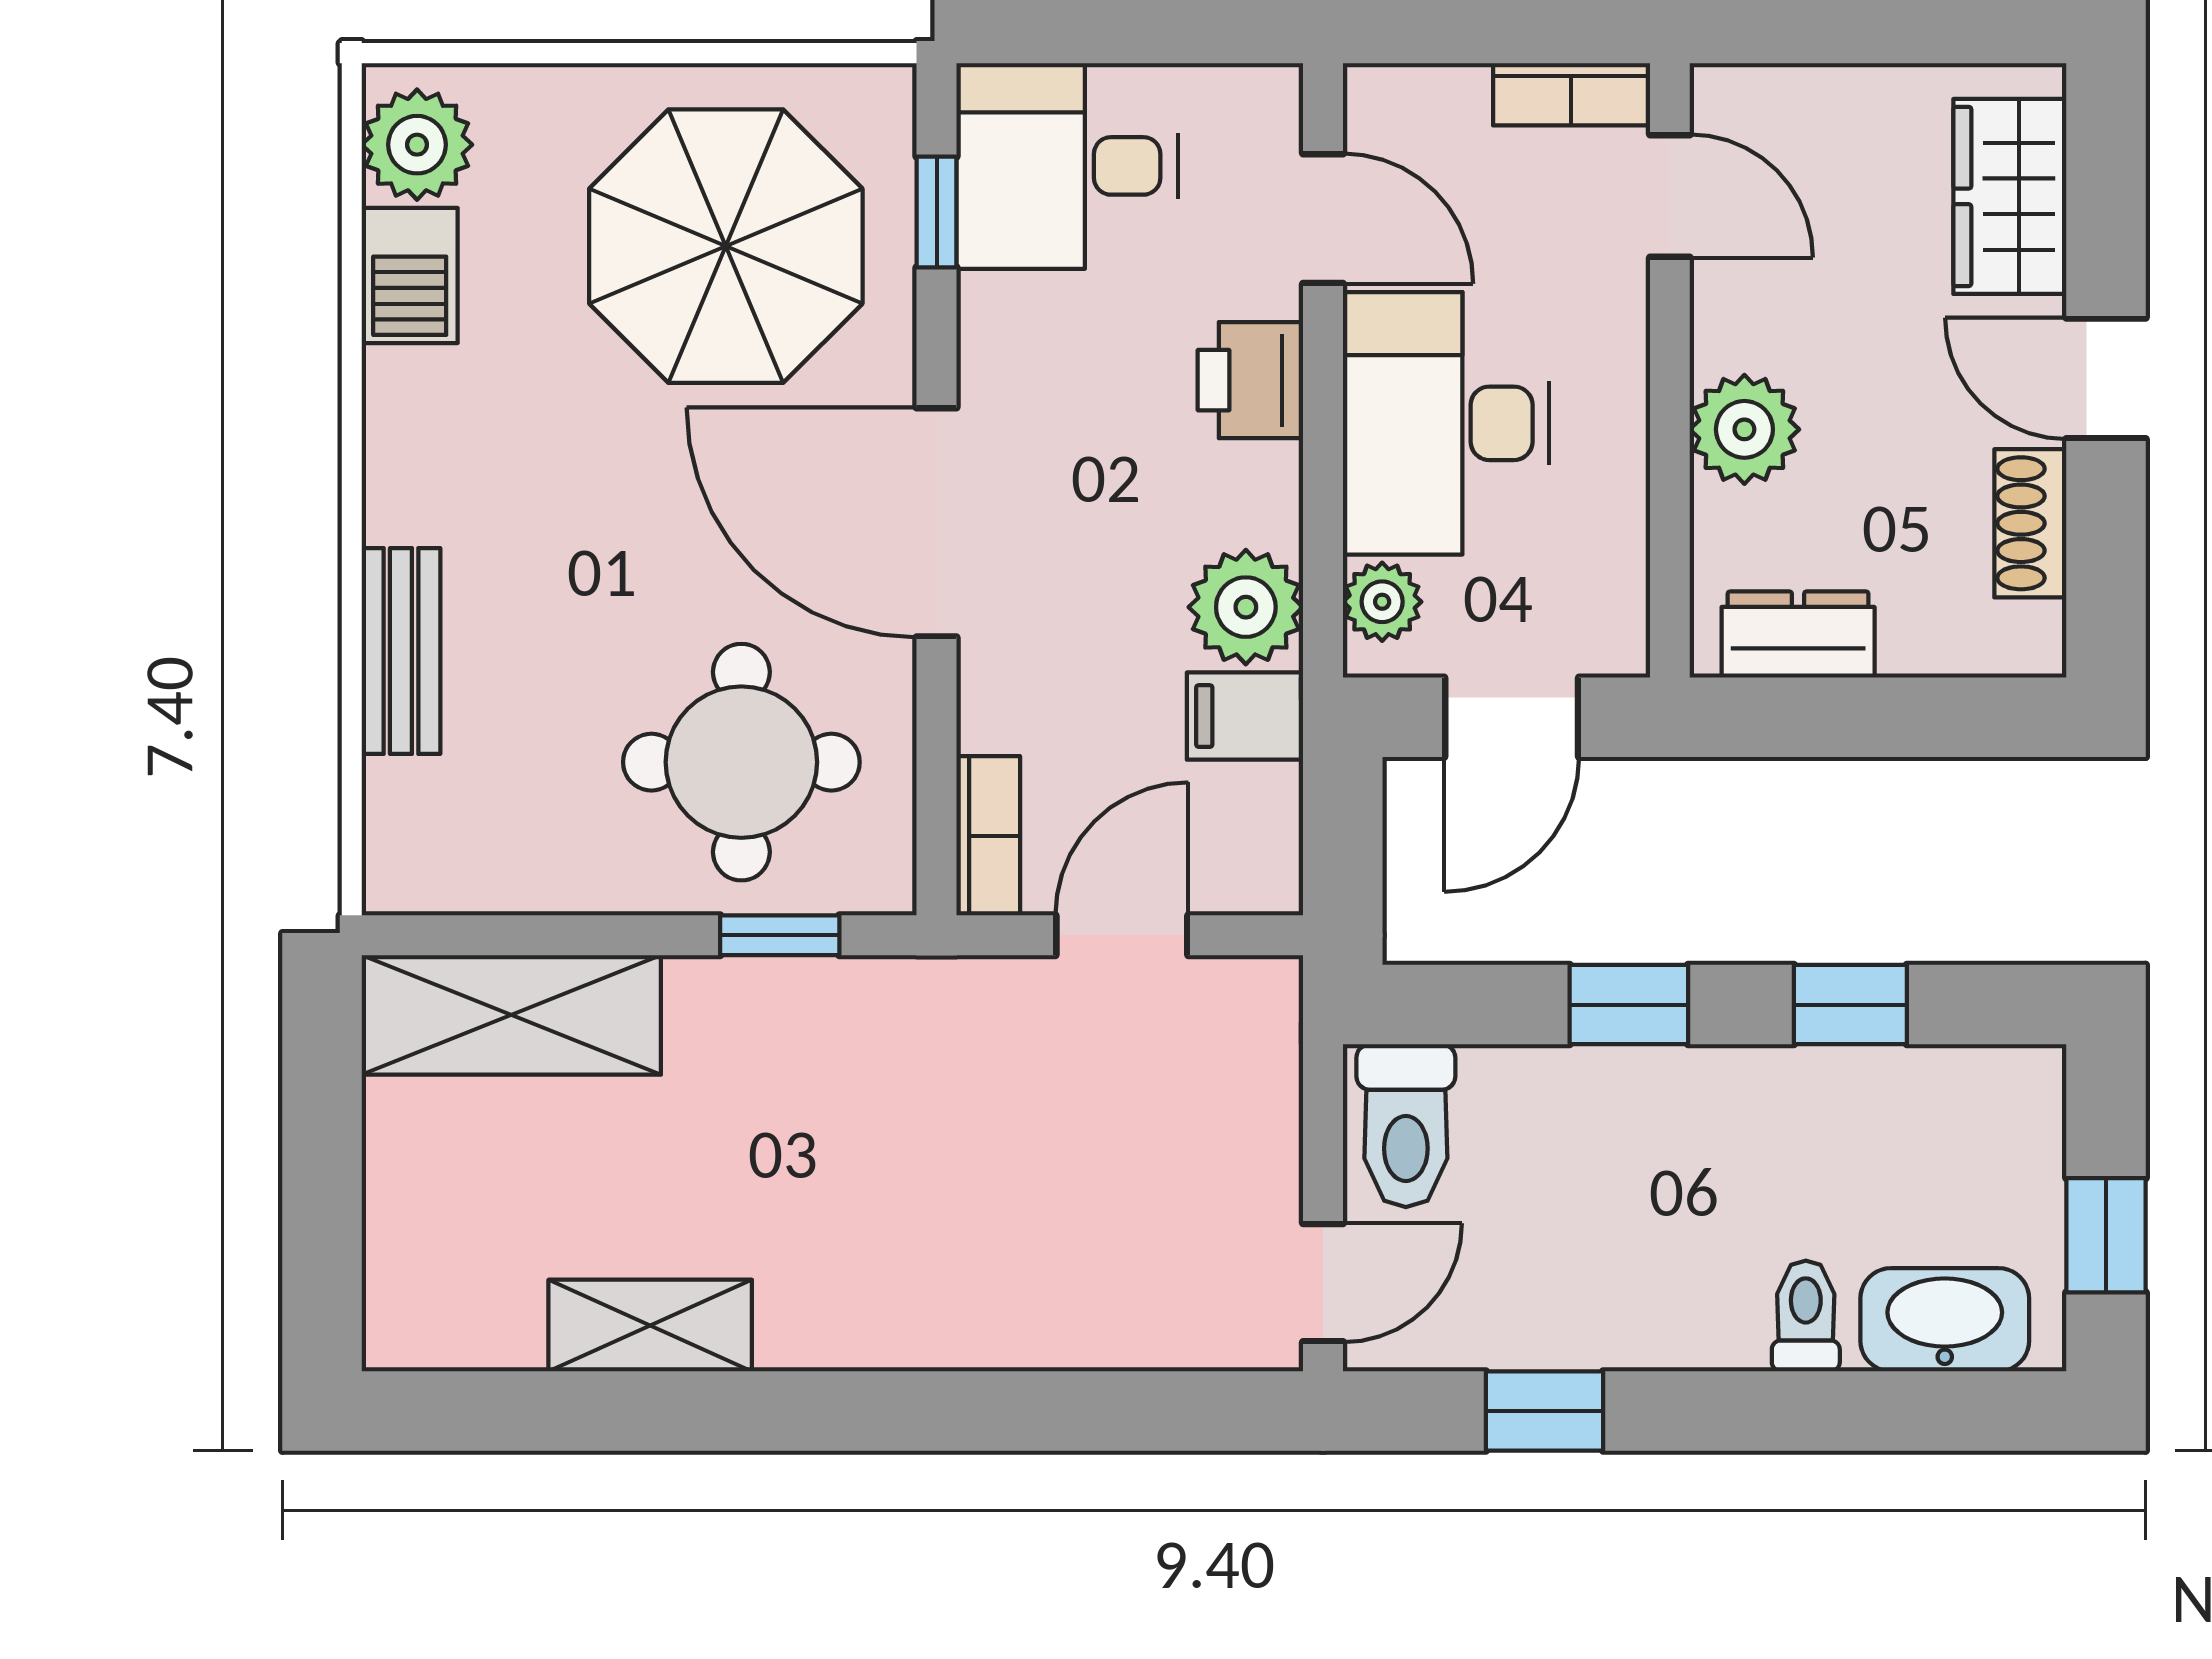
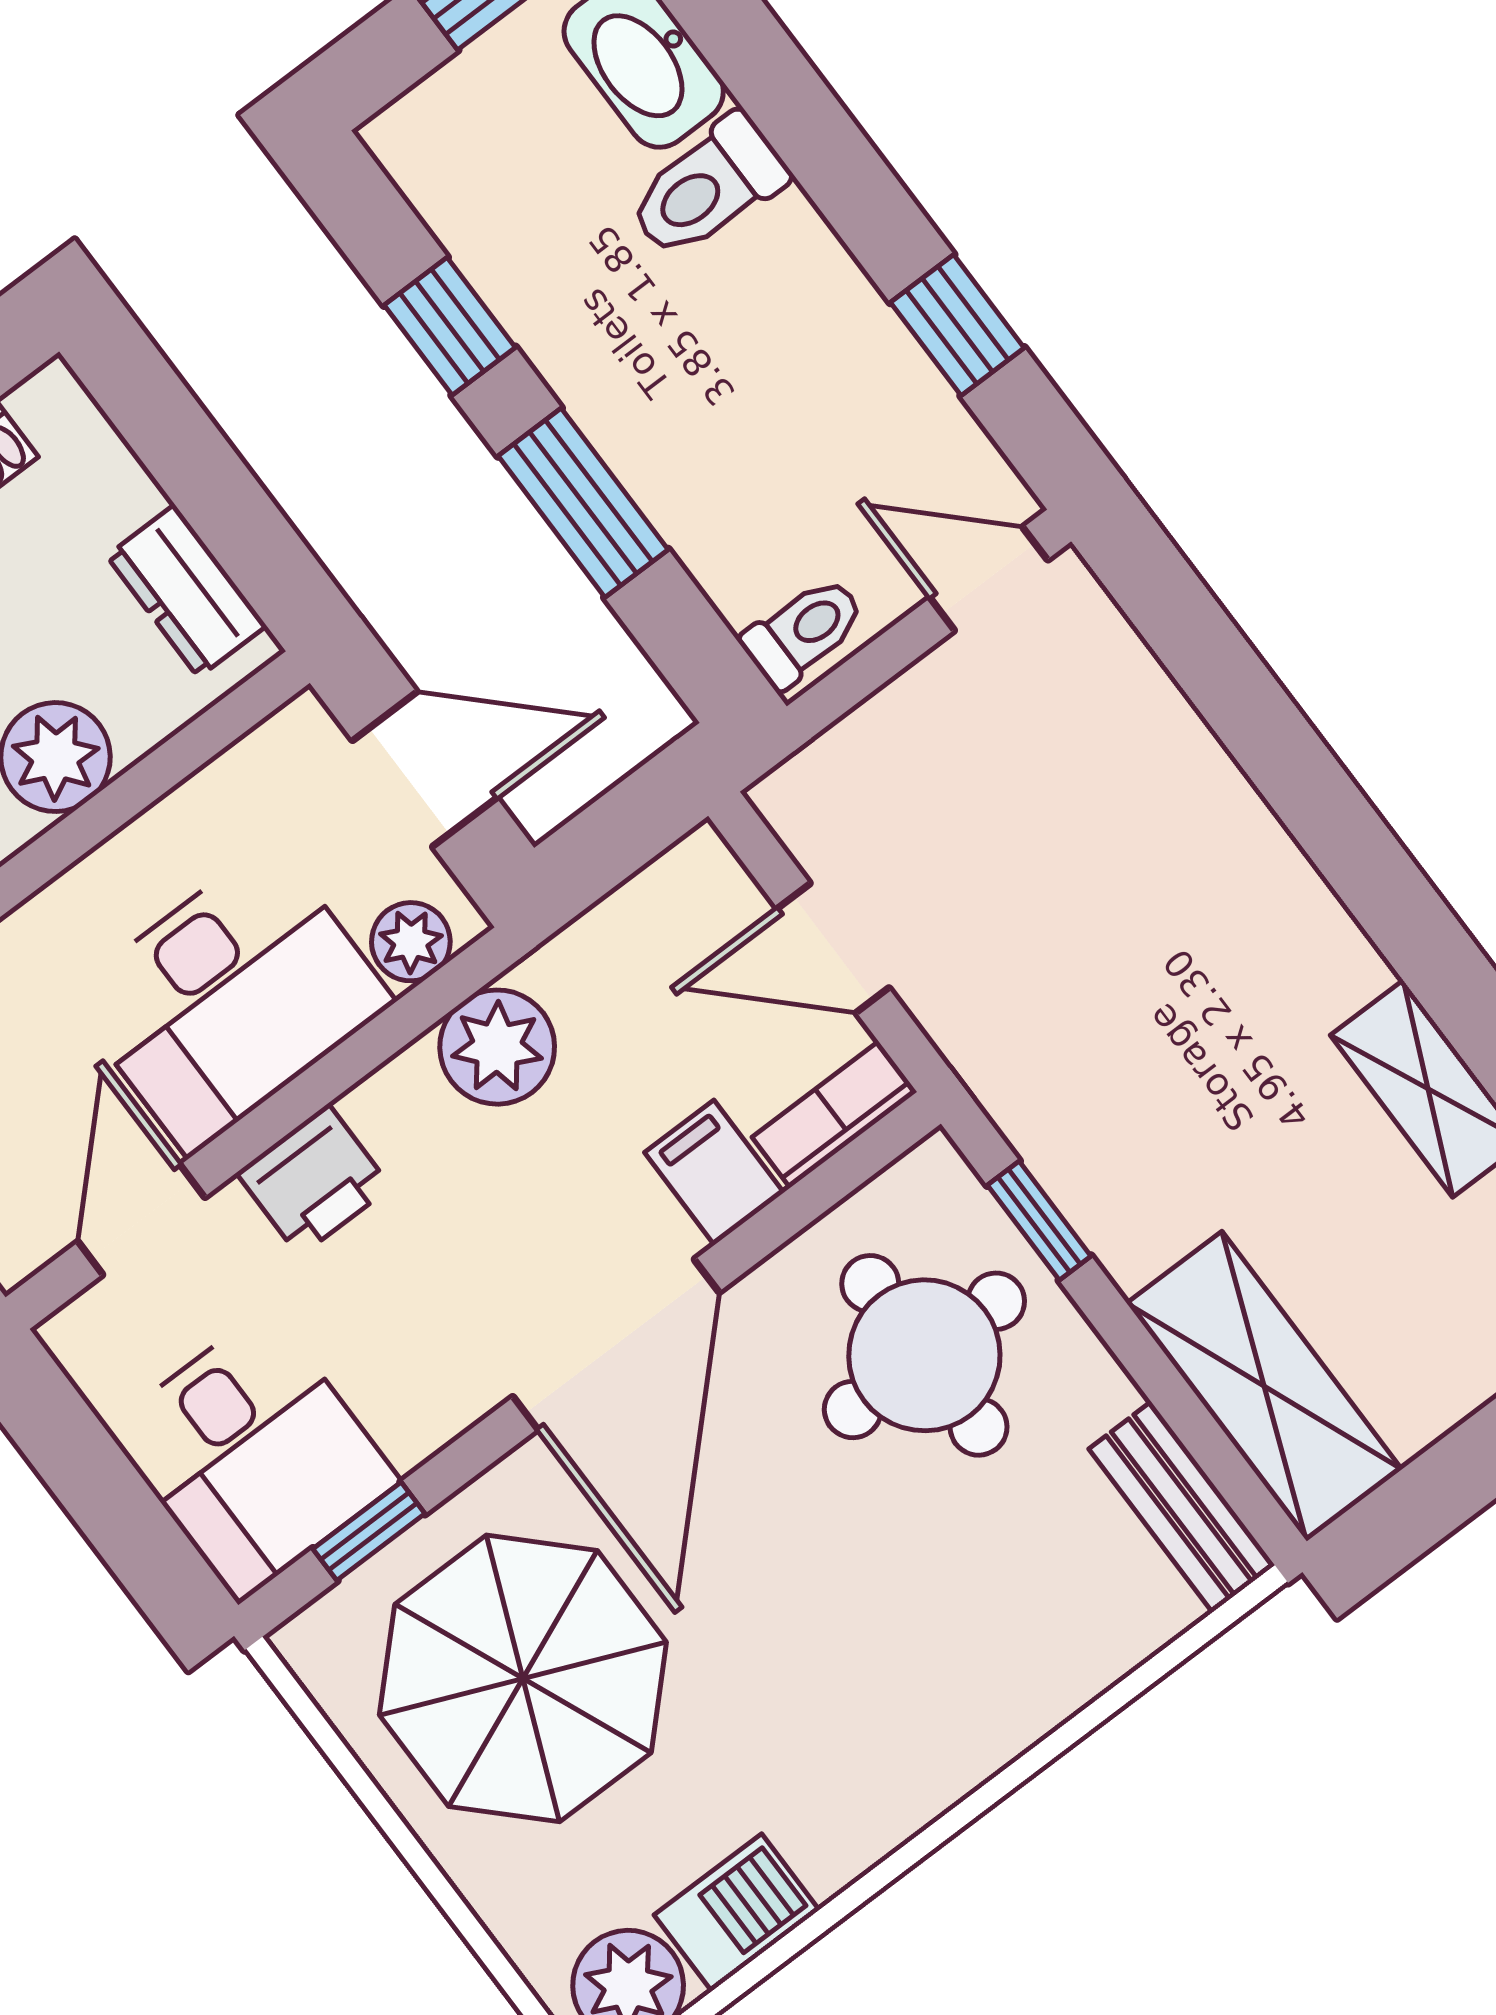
bench: (401, 651) -> (1182, 1507), moved, turned 90
filing cabinet: (1245, 716) -> (714, 1173), moved, turned 180
window: (1629, 1005) -> (583, 503), width x1.50
toilet: (1406, 1126) -> (804, 632), width x0.73, depth x0.72
toilet: (1806, 1316) -> (707, 187), width x1.37, depth x1.39

